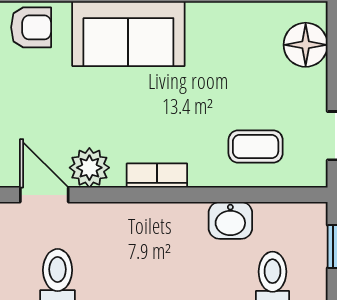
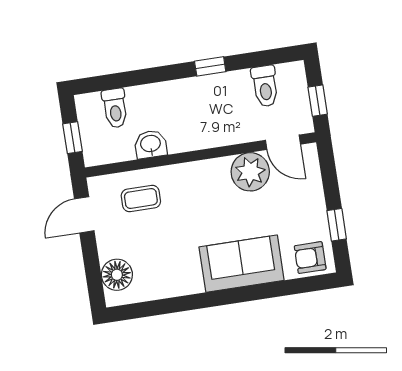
plant: (89, 168) -> (250, 172), width x1.36, depth x1.36
bookcase: (157, 176) -> (207, 168), removed

